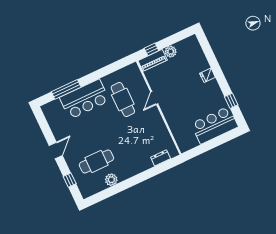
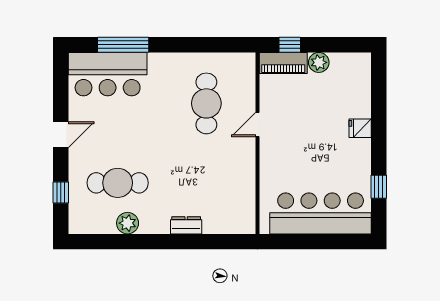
bar counter: (84, 99) -> (108, 74), moved
bar counter: (215, 125) -> (321, 213), width x1.36
dresser: (161, 158) -> (186, 225), moved

